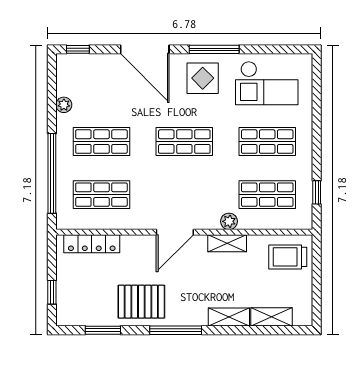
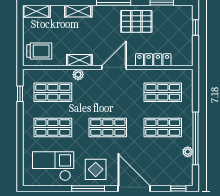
window: (52, 173) -> (196, 138), moved
locker: (92, 244) -> (153, 60), moved
shelving: (272, 317) -> (36, 11), moved

